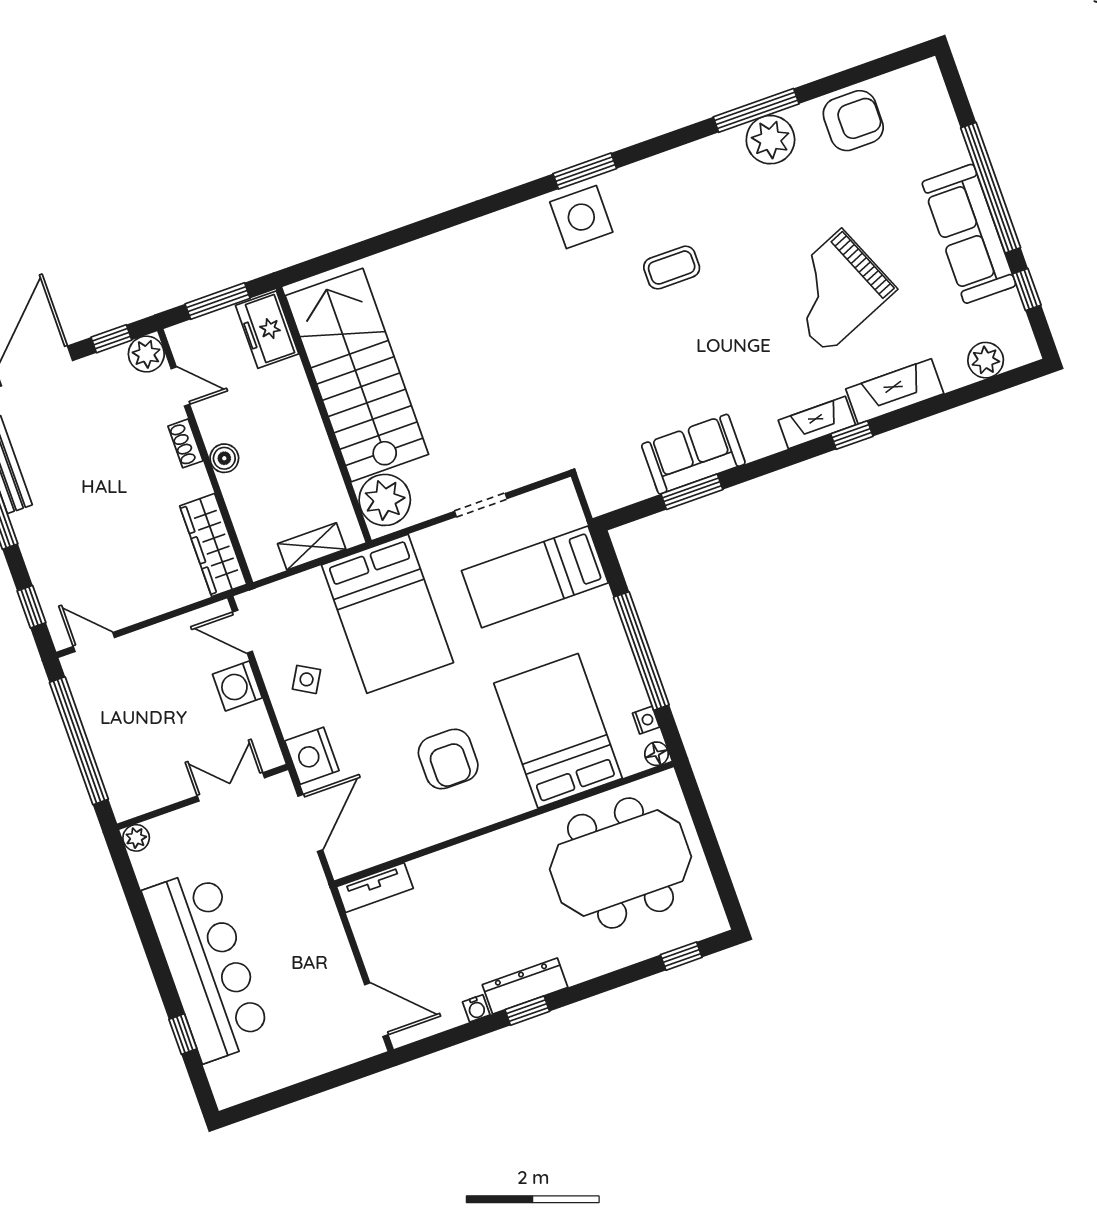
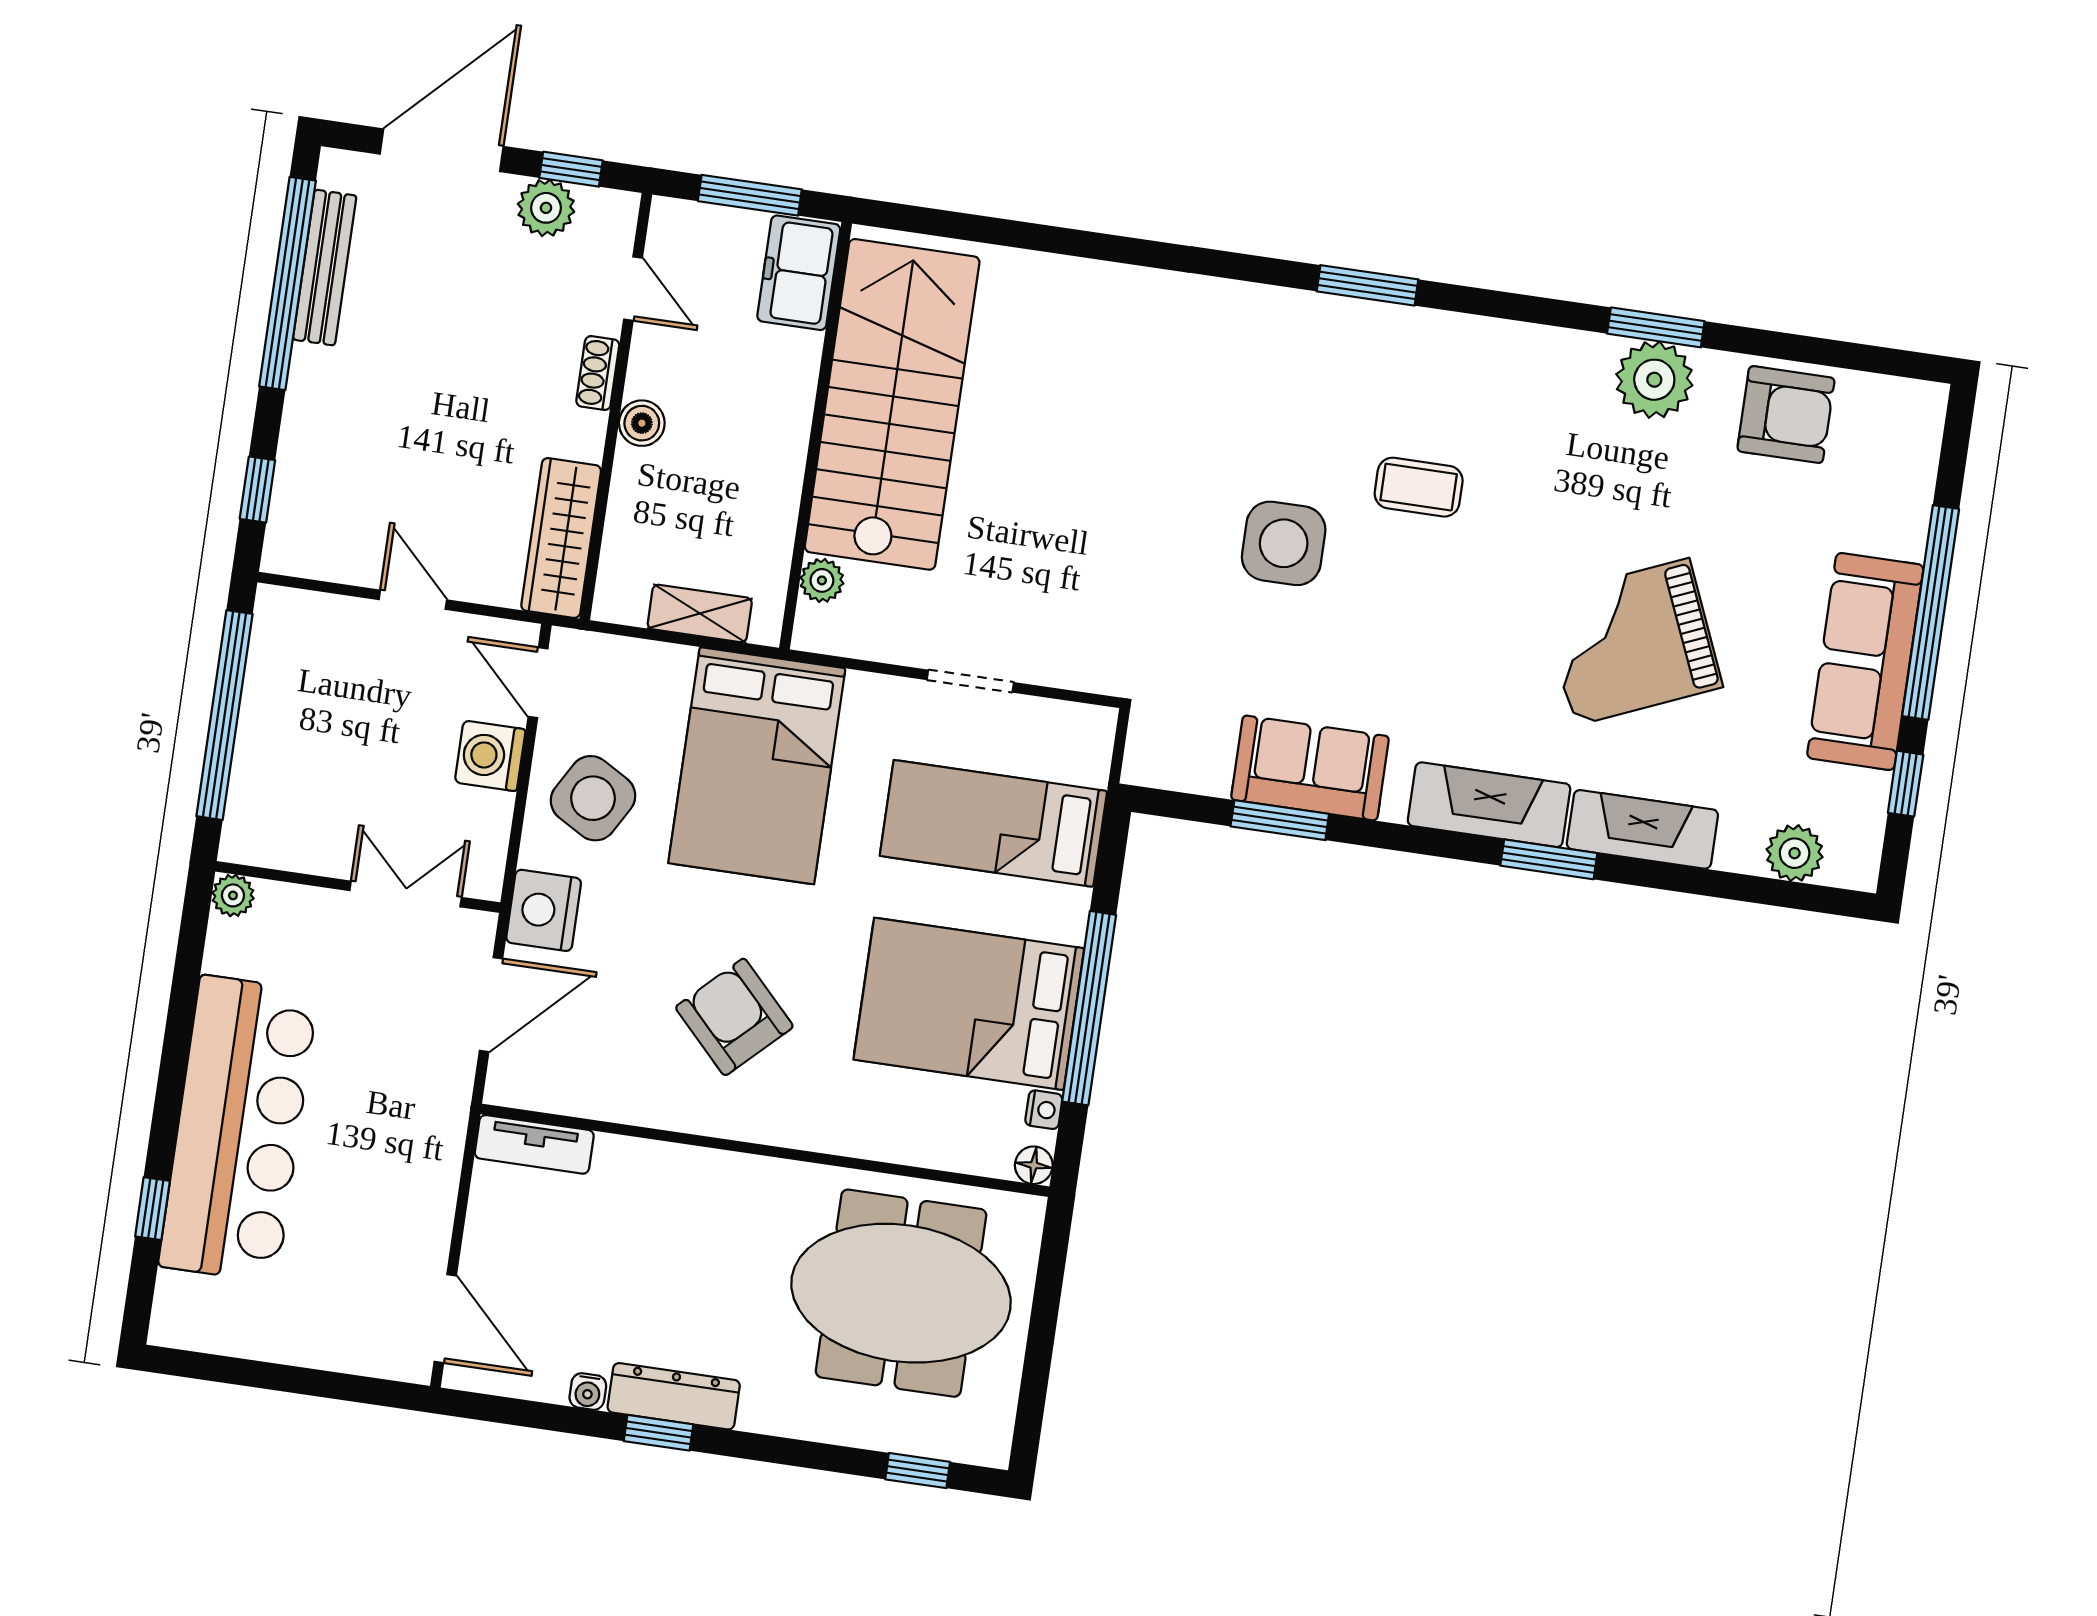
window: (756, 110) -> (1656, 327), width x0.69
side table: (581, 217) -> (1284, 543), moved
plant: (146, 354) -> (546, 208), moved
fireplace: (817, 422) -> (1489, 805), width x1.37, depth x1.32
window: (852, 435) -> (1549, 859), width x1.50
plant: (385, 500) -> (822, 580), width x0.53, depth x0.53
door: (94, 642) -> (413, 600), moved
side table: (307, 679) -> (593, 798), width x1.87, depth x1.87
bed: (558, 731) -> (969, 1004), moved, turned -90
armchair: (448, 759) -> (734, 1017), turned 136

